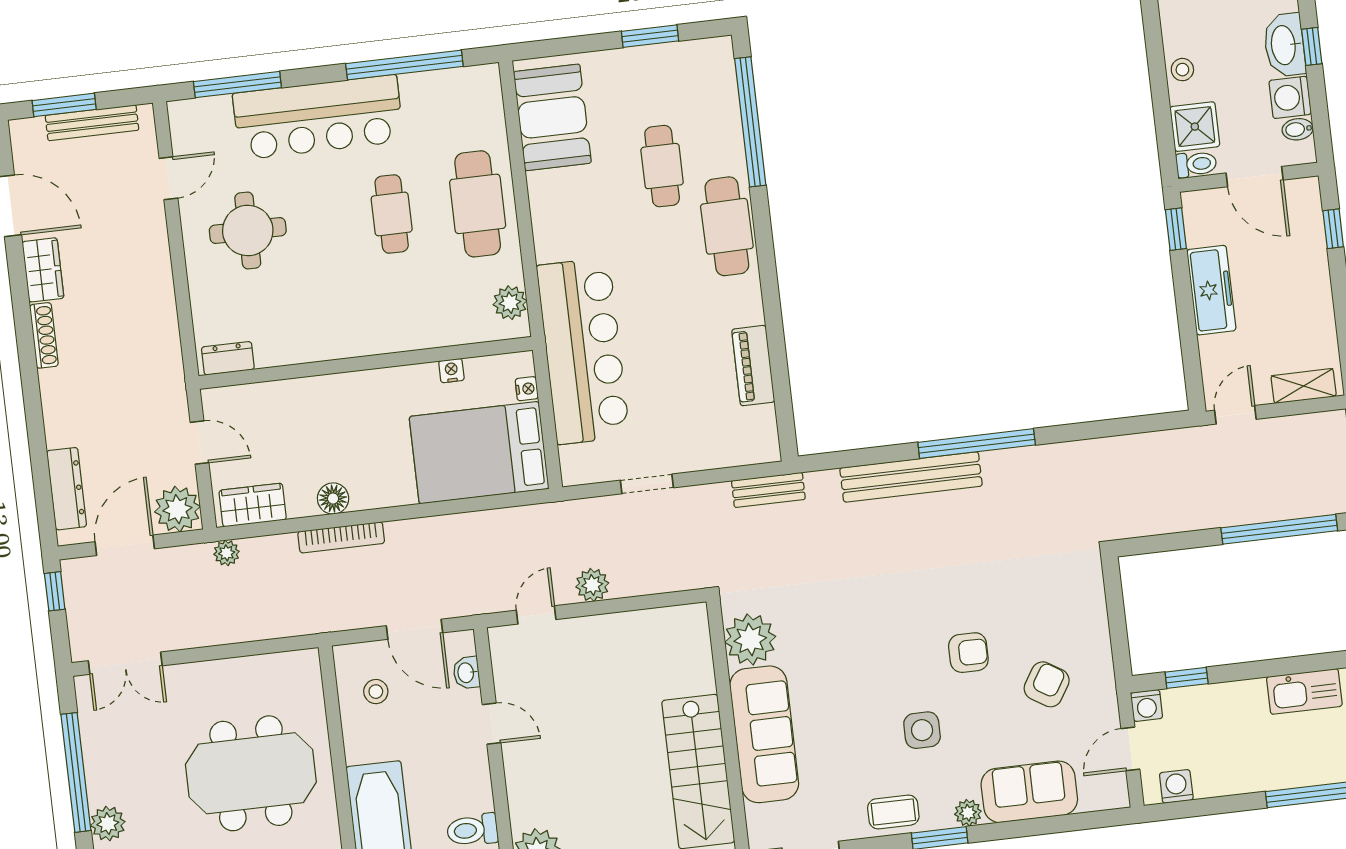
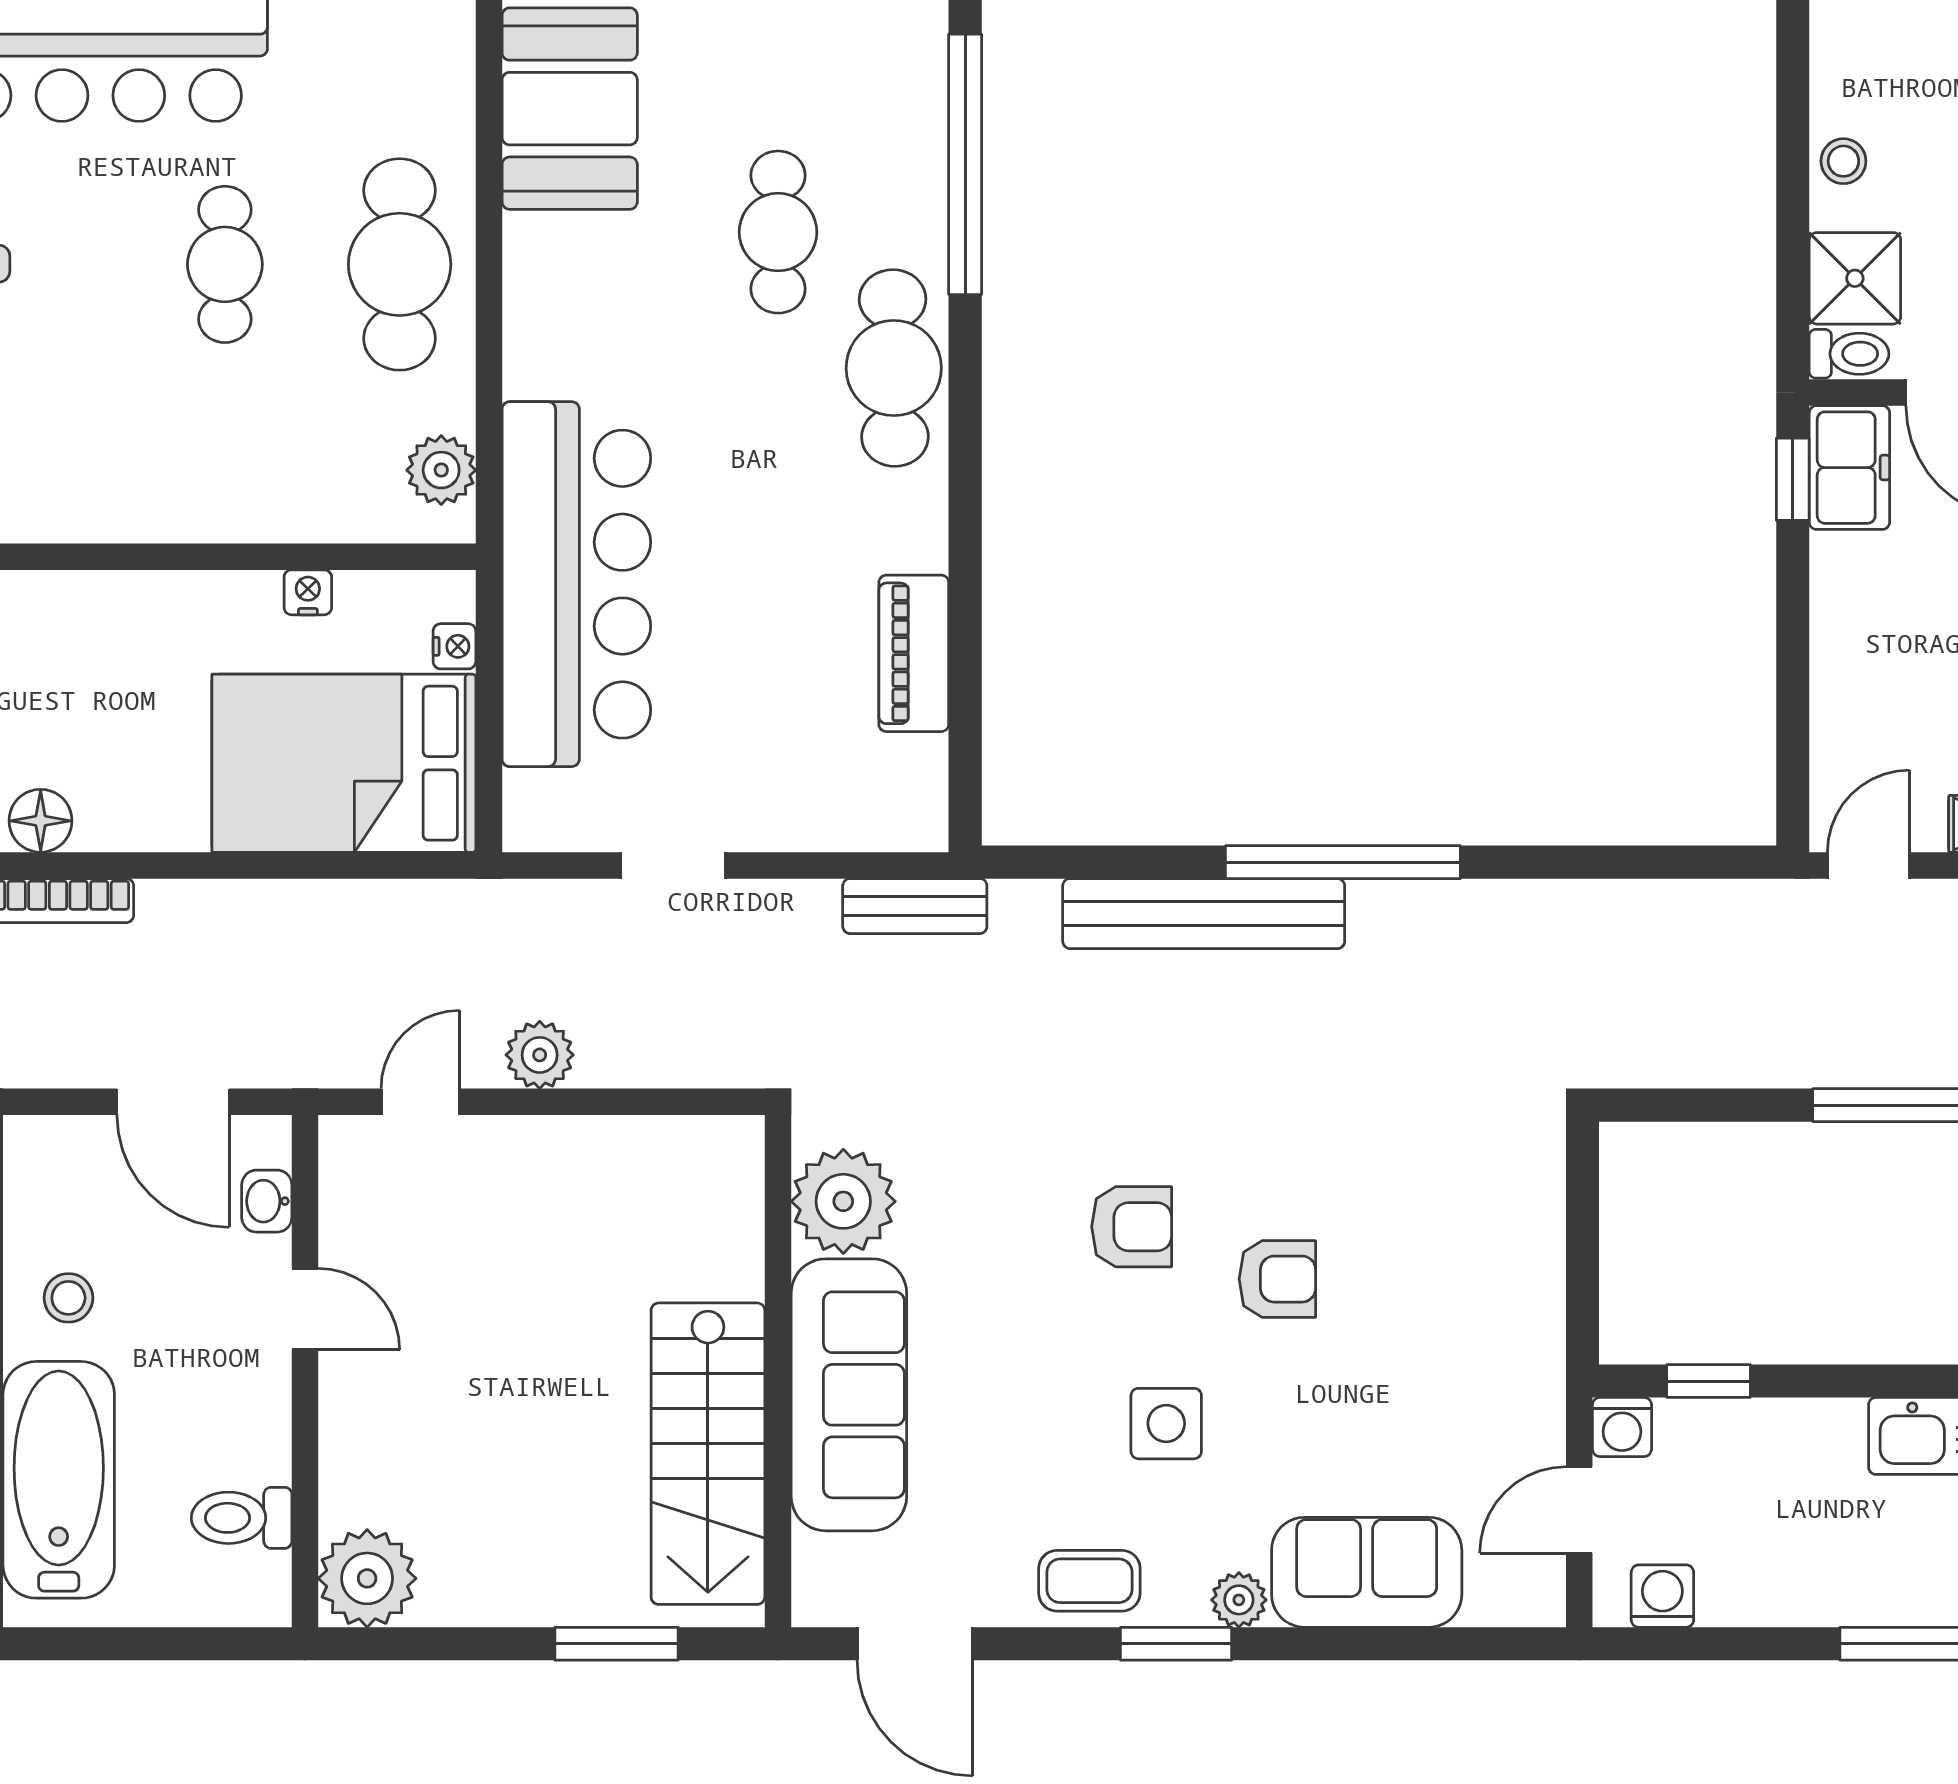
freezer: (1211, 290) -> (1849, 468), moved, width x0.71
armchair: (1047, 684) -> (1132, 1227), moved, turned 58
stool: (376, 692) -> (68, 1298), moved

